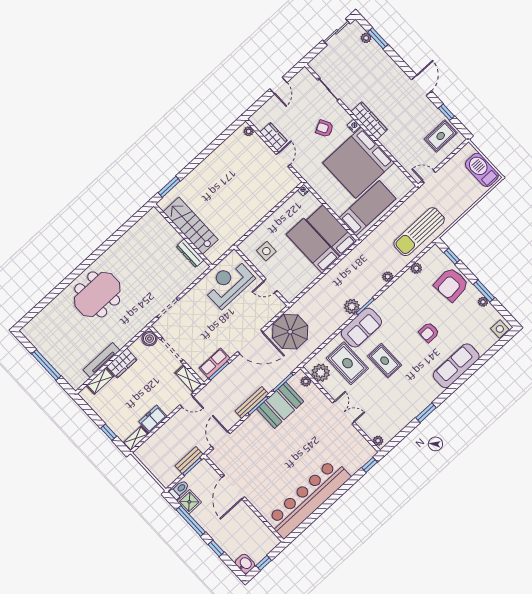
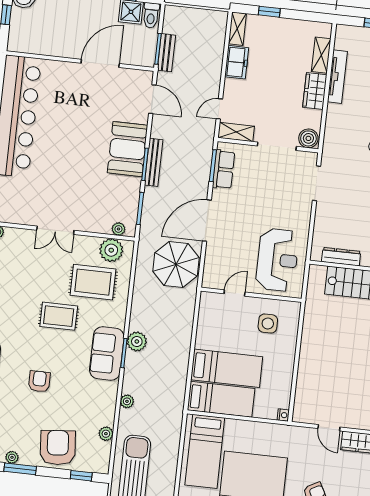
sofa: (361, 328) -> (107, 353), moved
booth: (280, 405) -> (127, 149), moved
door: (233, 487) -> (100, 63), hinge flipped

